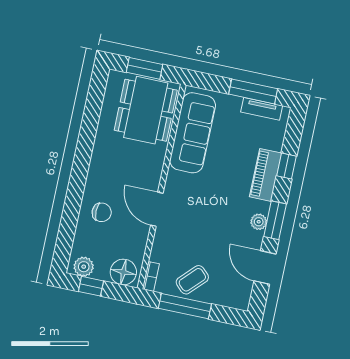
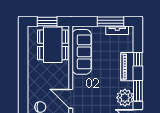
plant: (259, 222) -> (125, 98), width x1.87, depth x1.87

